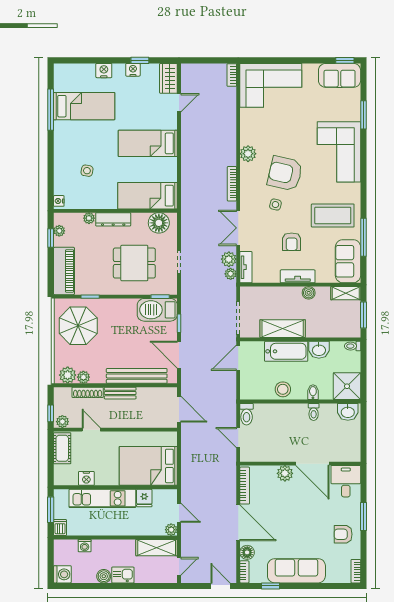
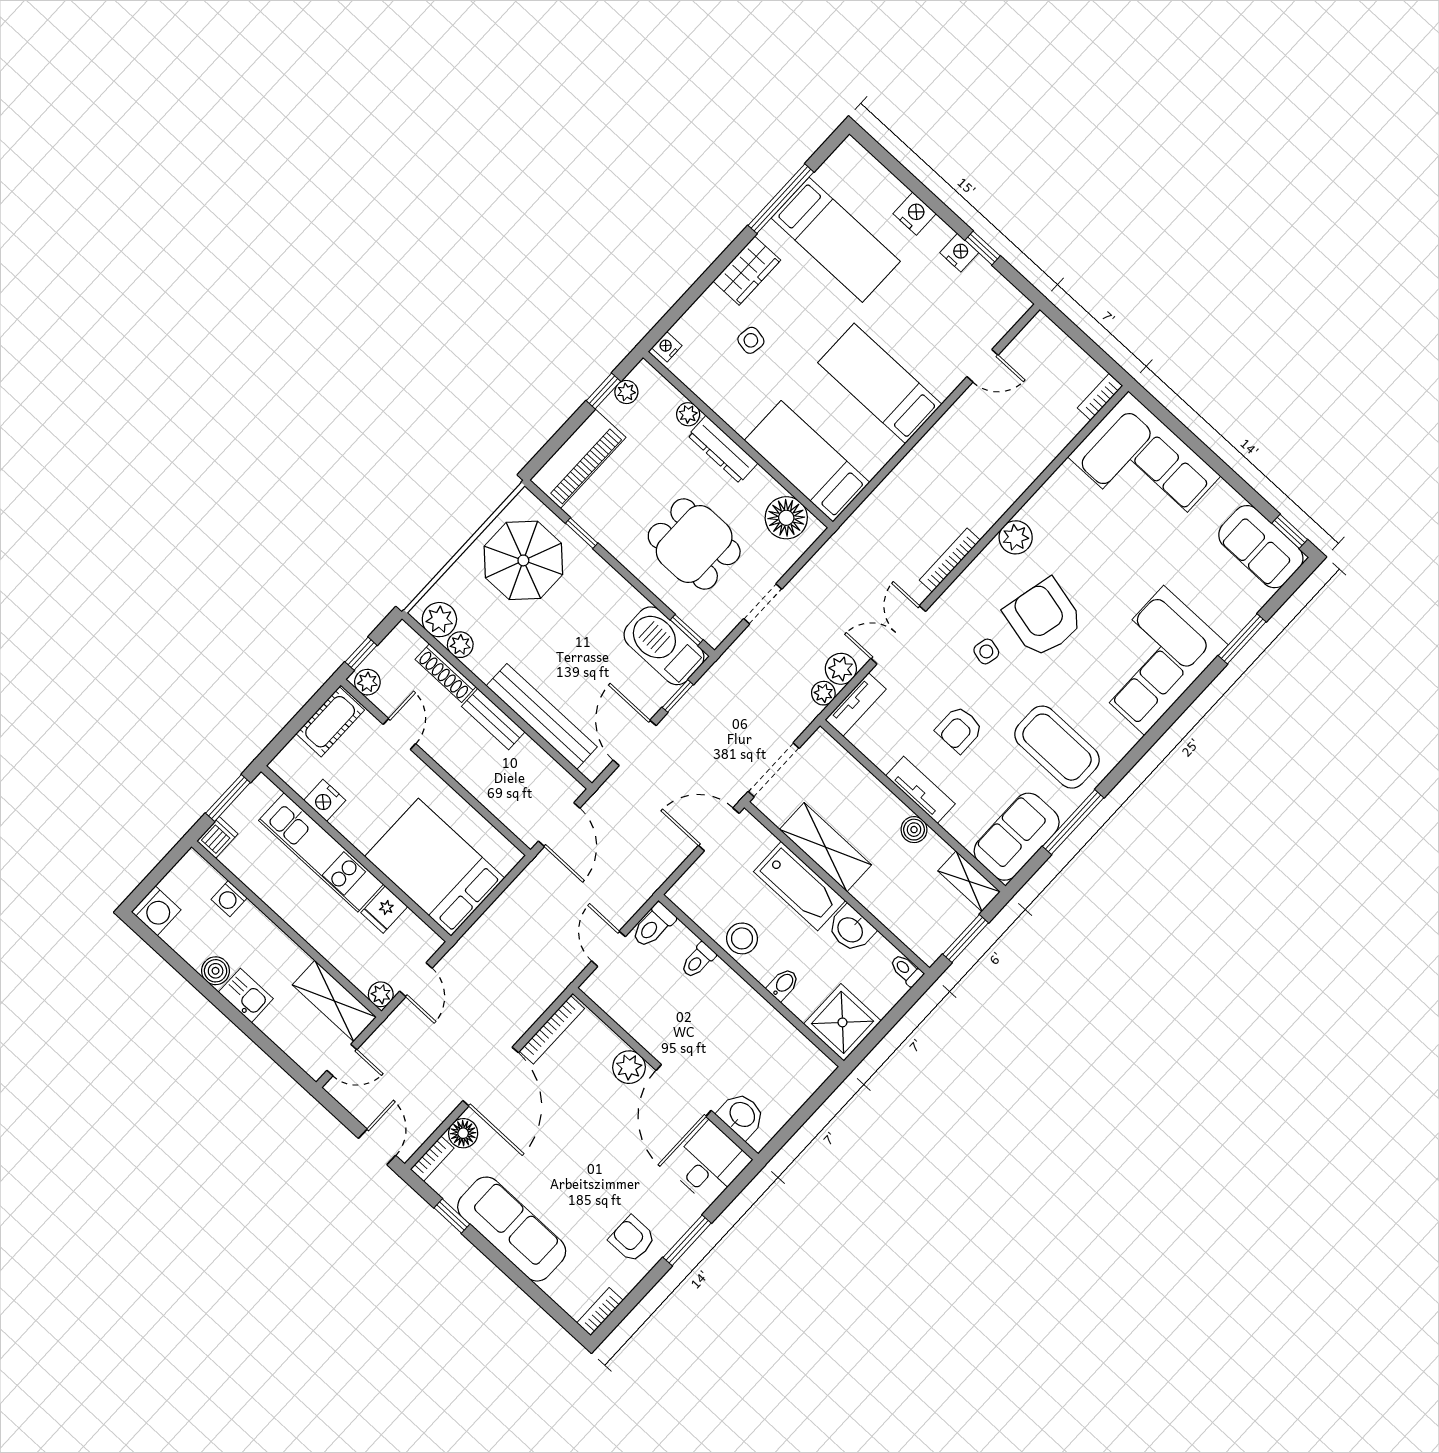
wardrobe: (168, 78) -> (747, 271), moved, turned 180
toilet: (314, 412) -> (698, 960), moved
washbasin: (348, 412) -> (742, 1115), moved, turned 180

